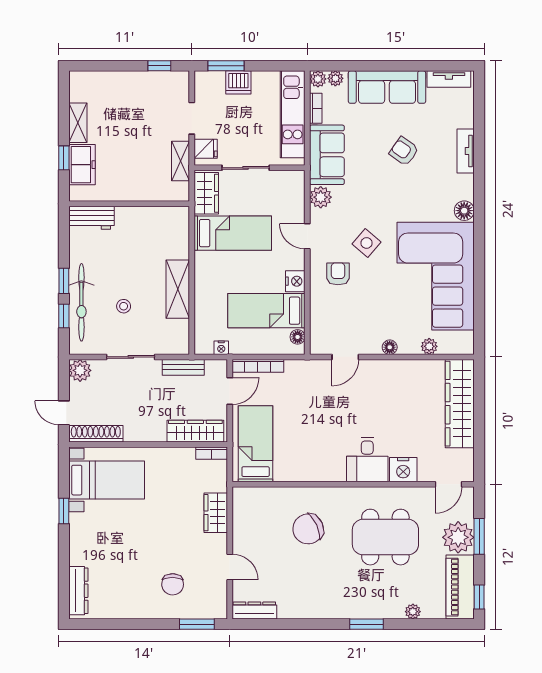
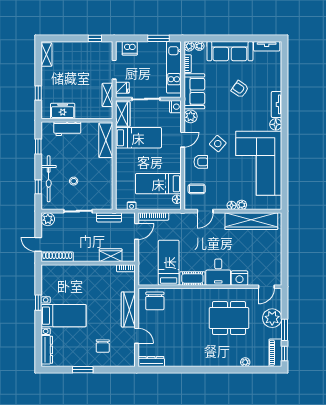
window: (226, 66) -> (159, 38), moved
dishwasher: (238, 82) -> (130, 48), moved
shelving: (78, 123) -> (47, 55), moved
tv unit: (466, 151) -> (277, 104), moved
freezer: (82, 165) -> (63, 111), moved, turned -90
workbench: (91, 218) -> (67, 129), moved
door: (307, 236) -> (183, 140), swing flipped
armchair: (338, 274) -> (201, 162), turned 90
window: (64, 281) -> (38, 146), moved
nightstand: (295, 281) -> (175, 107), moved
shelving: (178, 289) -> (106, 140), moved
coffee table: (331, 319) -> (197, 189), added
plant: (429, 346) -> (242, 205), moved
wardrobe: (460, 404) -> (251, 221), moved, turned -90
wardrobe: (195, 431) -> (111, 255), width x0.67
bed: (256, 444) -> (169, 263), moved
cot: (324, 470) -> (192, 278), added
bed with nightstands: (107, 480) -> (64, 316), moved
wardrobe: (216, 513) -> (128, 309), width x1.50
chair: (308, 529) -> (155, 301), moved, turned -65
window: (479, 536) -> (285, 330), moved
piano: (460, 587) -> (275, 353), width x0.73, depth x0.75
window: (197, 624) -> (83, 370), moved
window: (367, 624) -> (218, 370), removed

